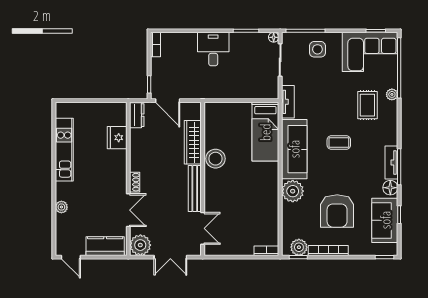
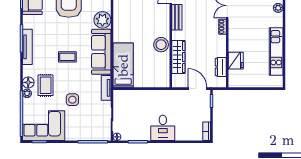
side table: (317, 49) -> (72, 100), moved
dresser: (137, 115) -> (221, 67), moved
tv unit: (391, 163) -> (27, 47), width x1.41
bench: (195, 188) -> (177, 17), width x0.73
floor lamp: (390, 188) -> (28, 82), moved

